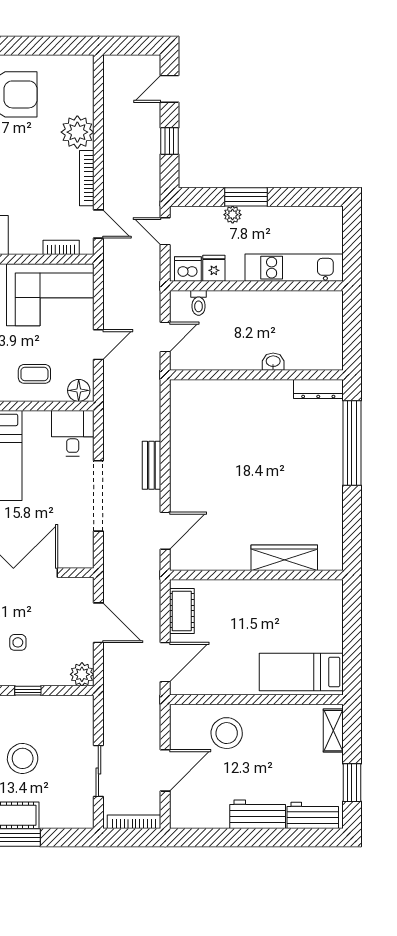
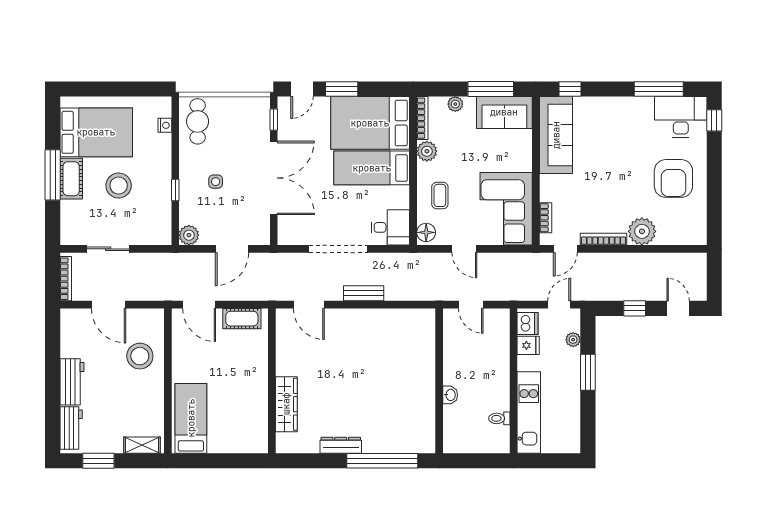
plant: (233, 215) -> (573, 340), moved
toilet: (199, 303) -> (499, 418), moved
dresser: (318, 389) -> (341, 445), moved, turned 90

